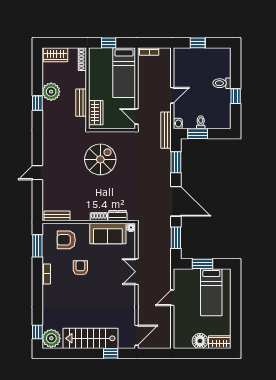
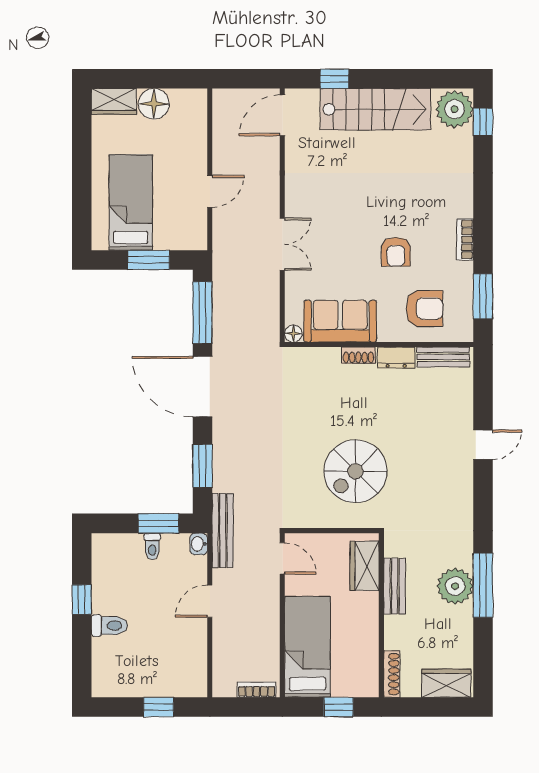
plant: (51, 92) -> (455, 586), moved
window: (37, 103) -> (483, 585), width x2.17
dresser: (118, 216) -> (396, 358), moved
window: (176, 238) -> (203, 313), width x1.44

